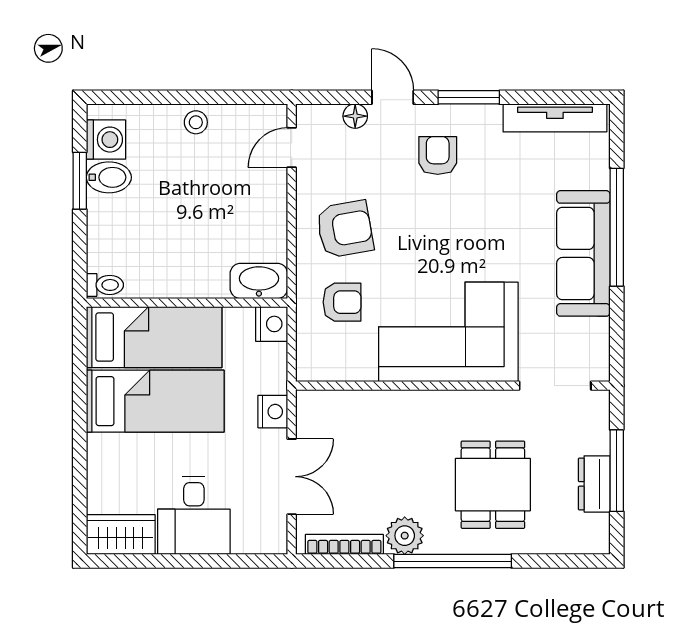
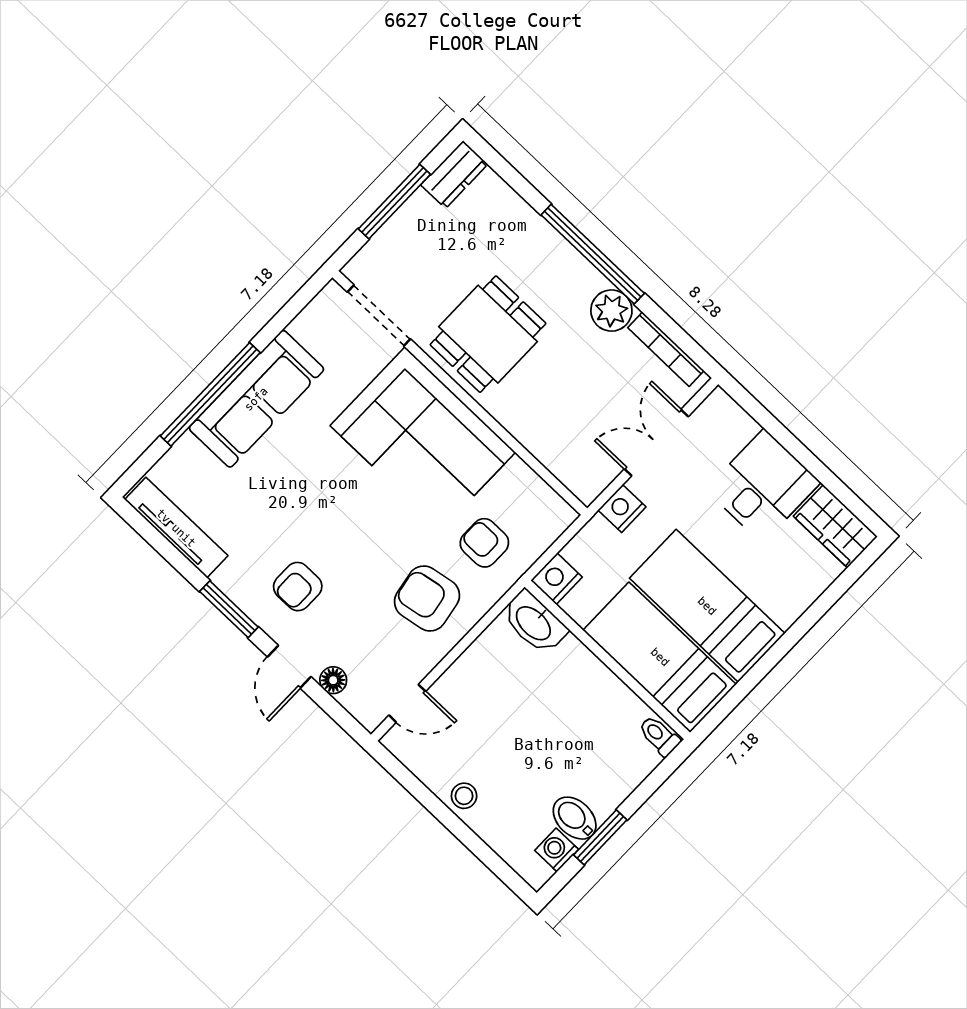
washing machine: (106, 140) -> (557, 850), width x0.73, depth x0.73
dresser: (594, 484) -> (454, 175), moved
dining table: (493, 485) -> (488, 334), moved

